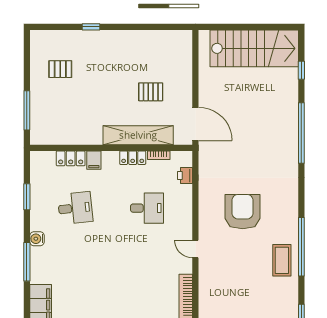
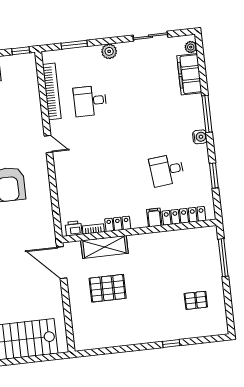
pallet: (151, 92) -> (108, 288), width x1.50, depth x1.42
shelving: (138, 135) -> (104, 247), width x0.68
locker: (71, 158) -> (184, 216), width x1.53
printer: (185, 176) -> (74, 228), moved, turned -90
desk: (147, 208) -> (90, 101), moved

